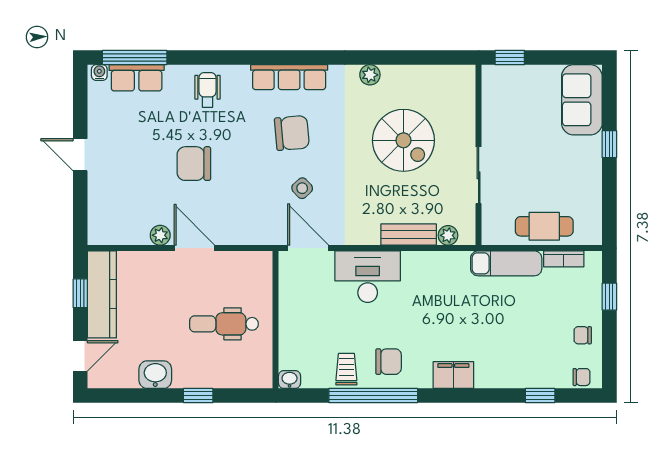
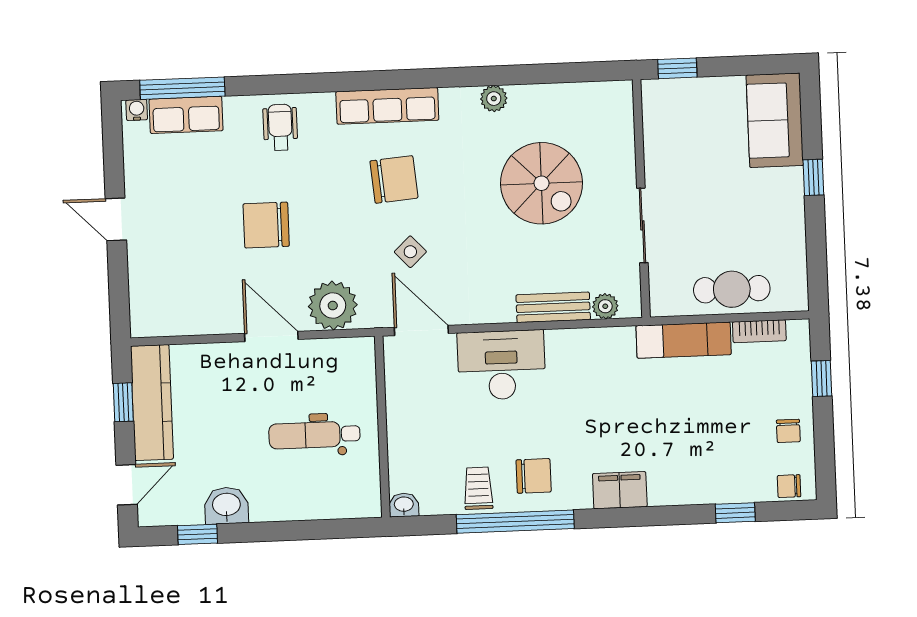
plant: (160, 235) -> (333, 306), moved, width x1.88, depth x1.88
chair: (583, 335) -> (788, 431), turned -90
chair: (582, 377) -> (789, 486), turned 180
window: (198, 396) -> (197, 534), moved

